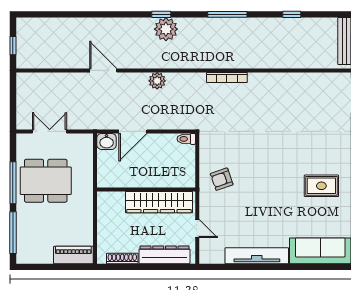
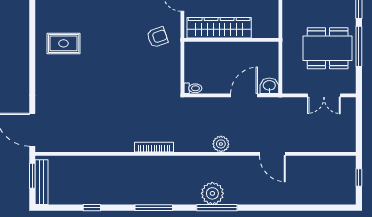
window: (161, 14) -> (217, 208), width x2.17
armchair: (222, 179) -> (157, 37), moved

